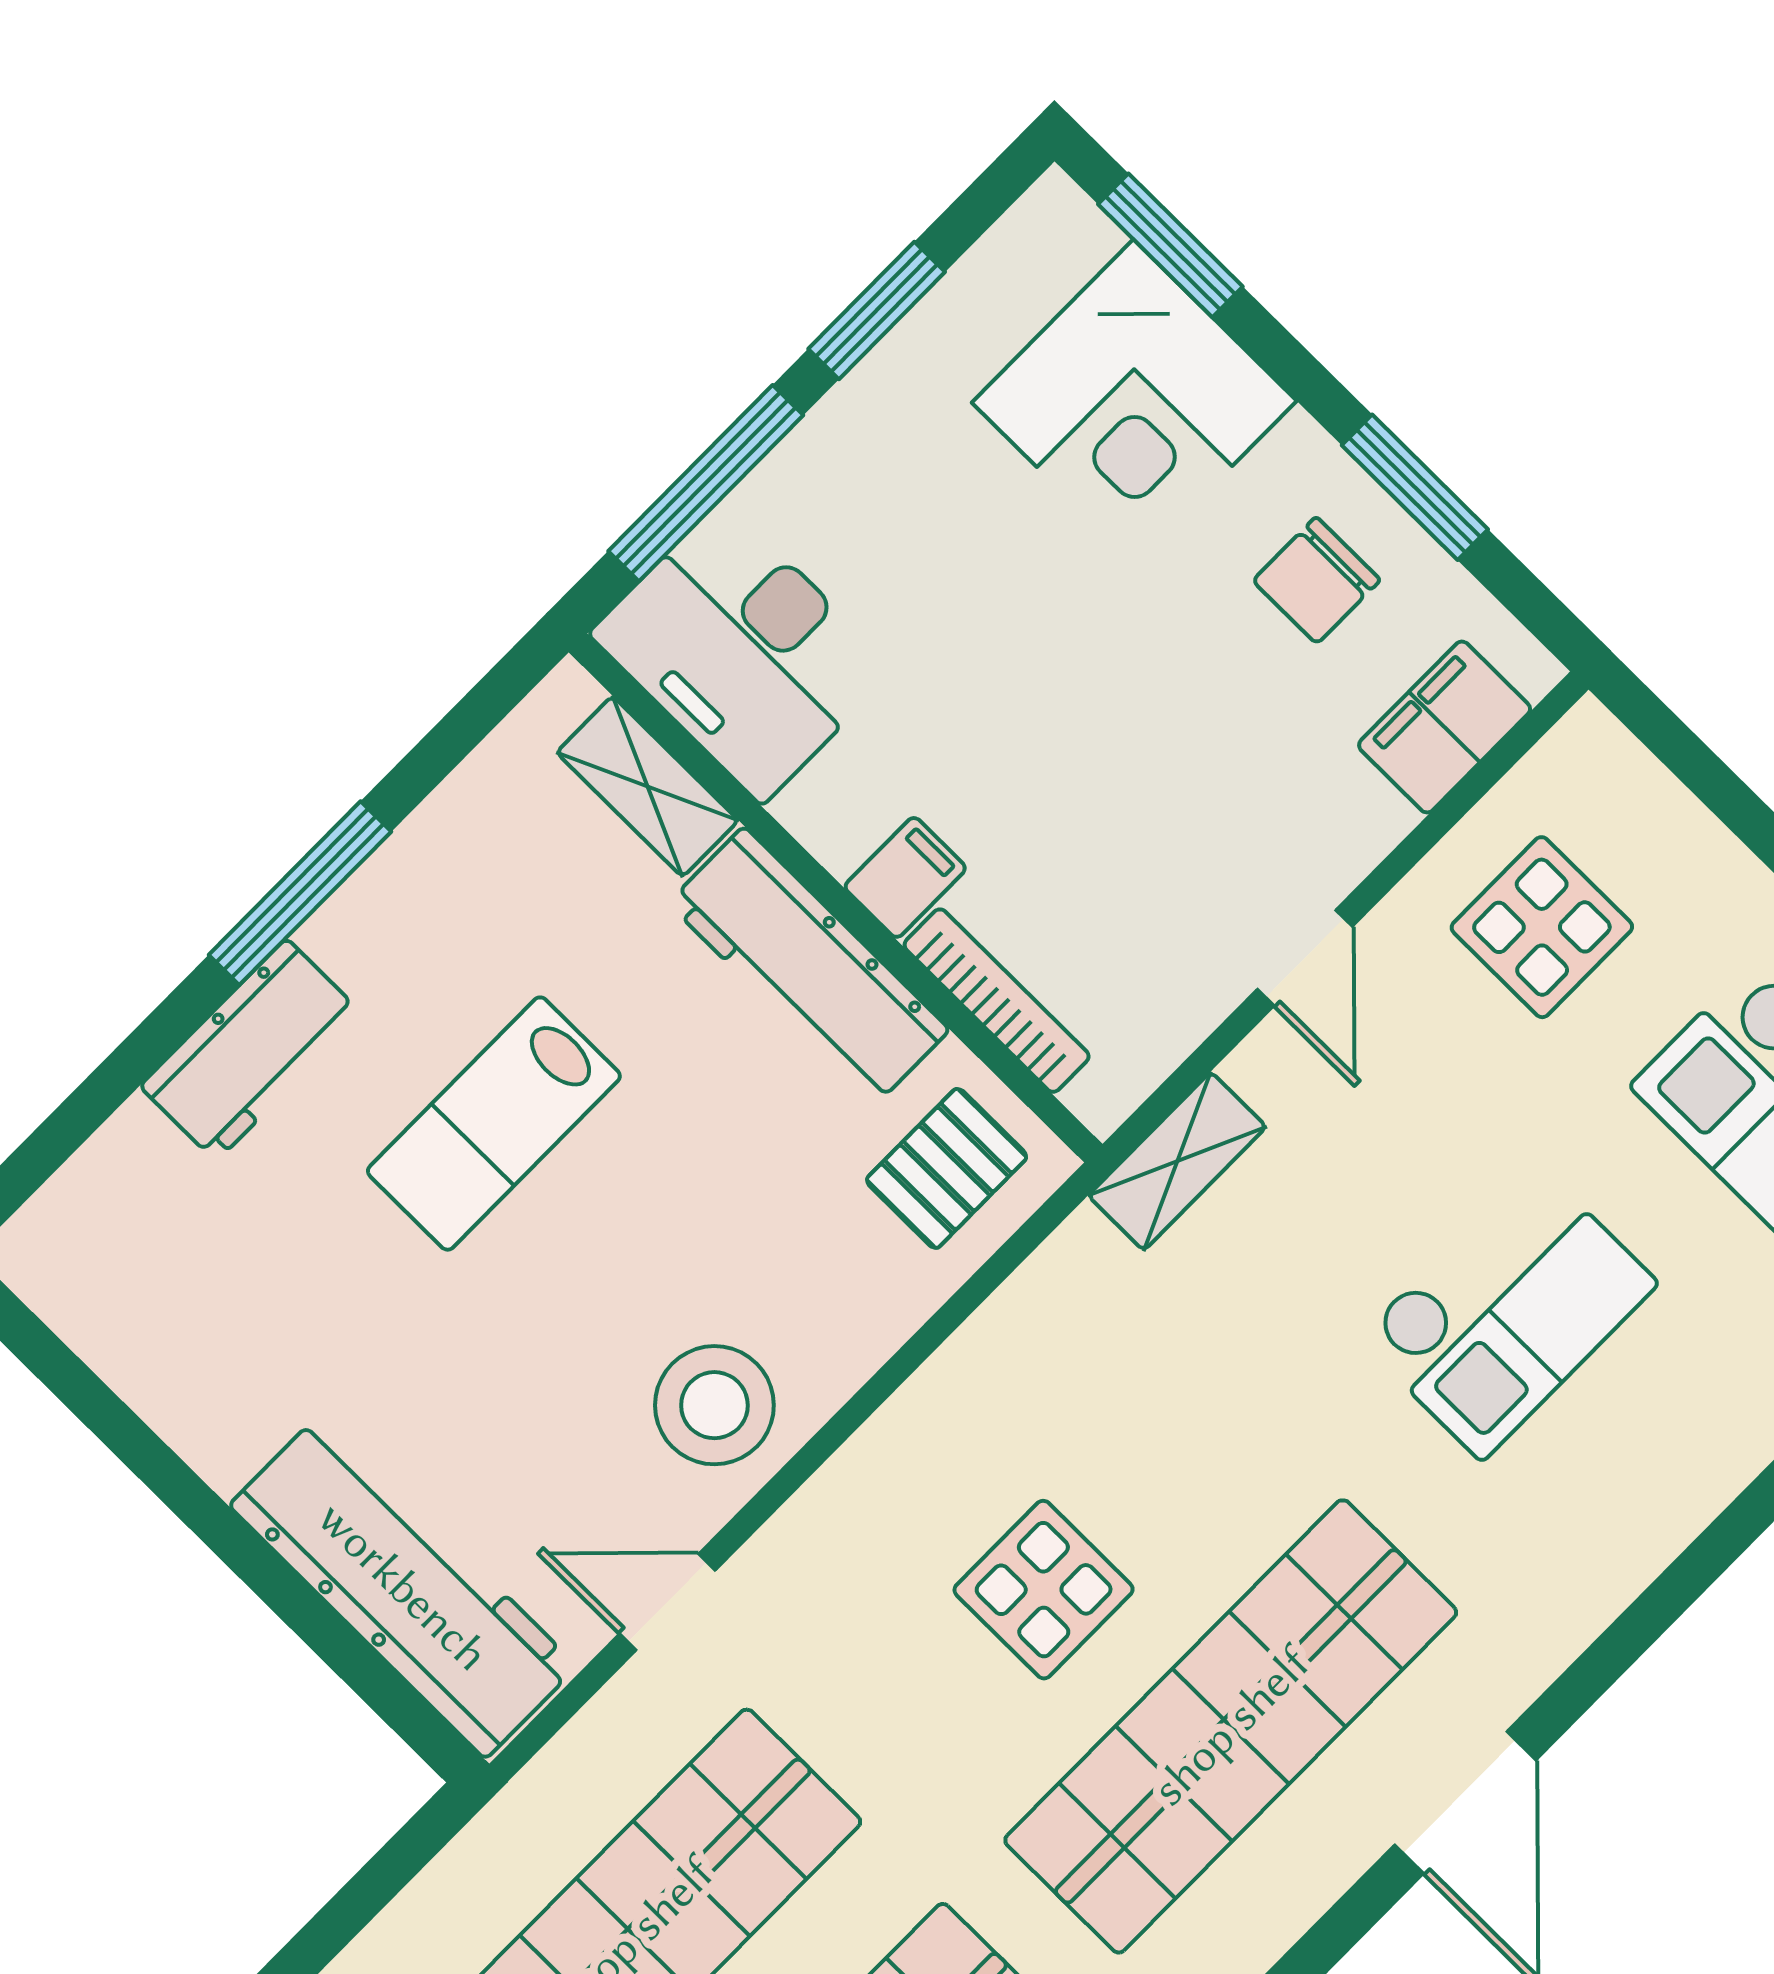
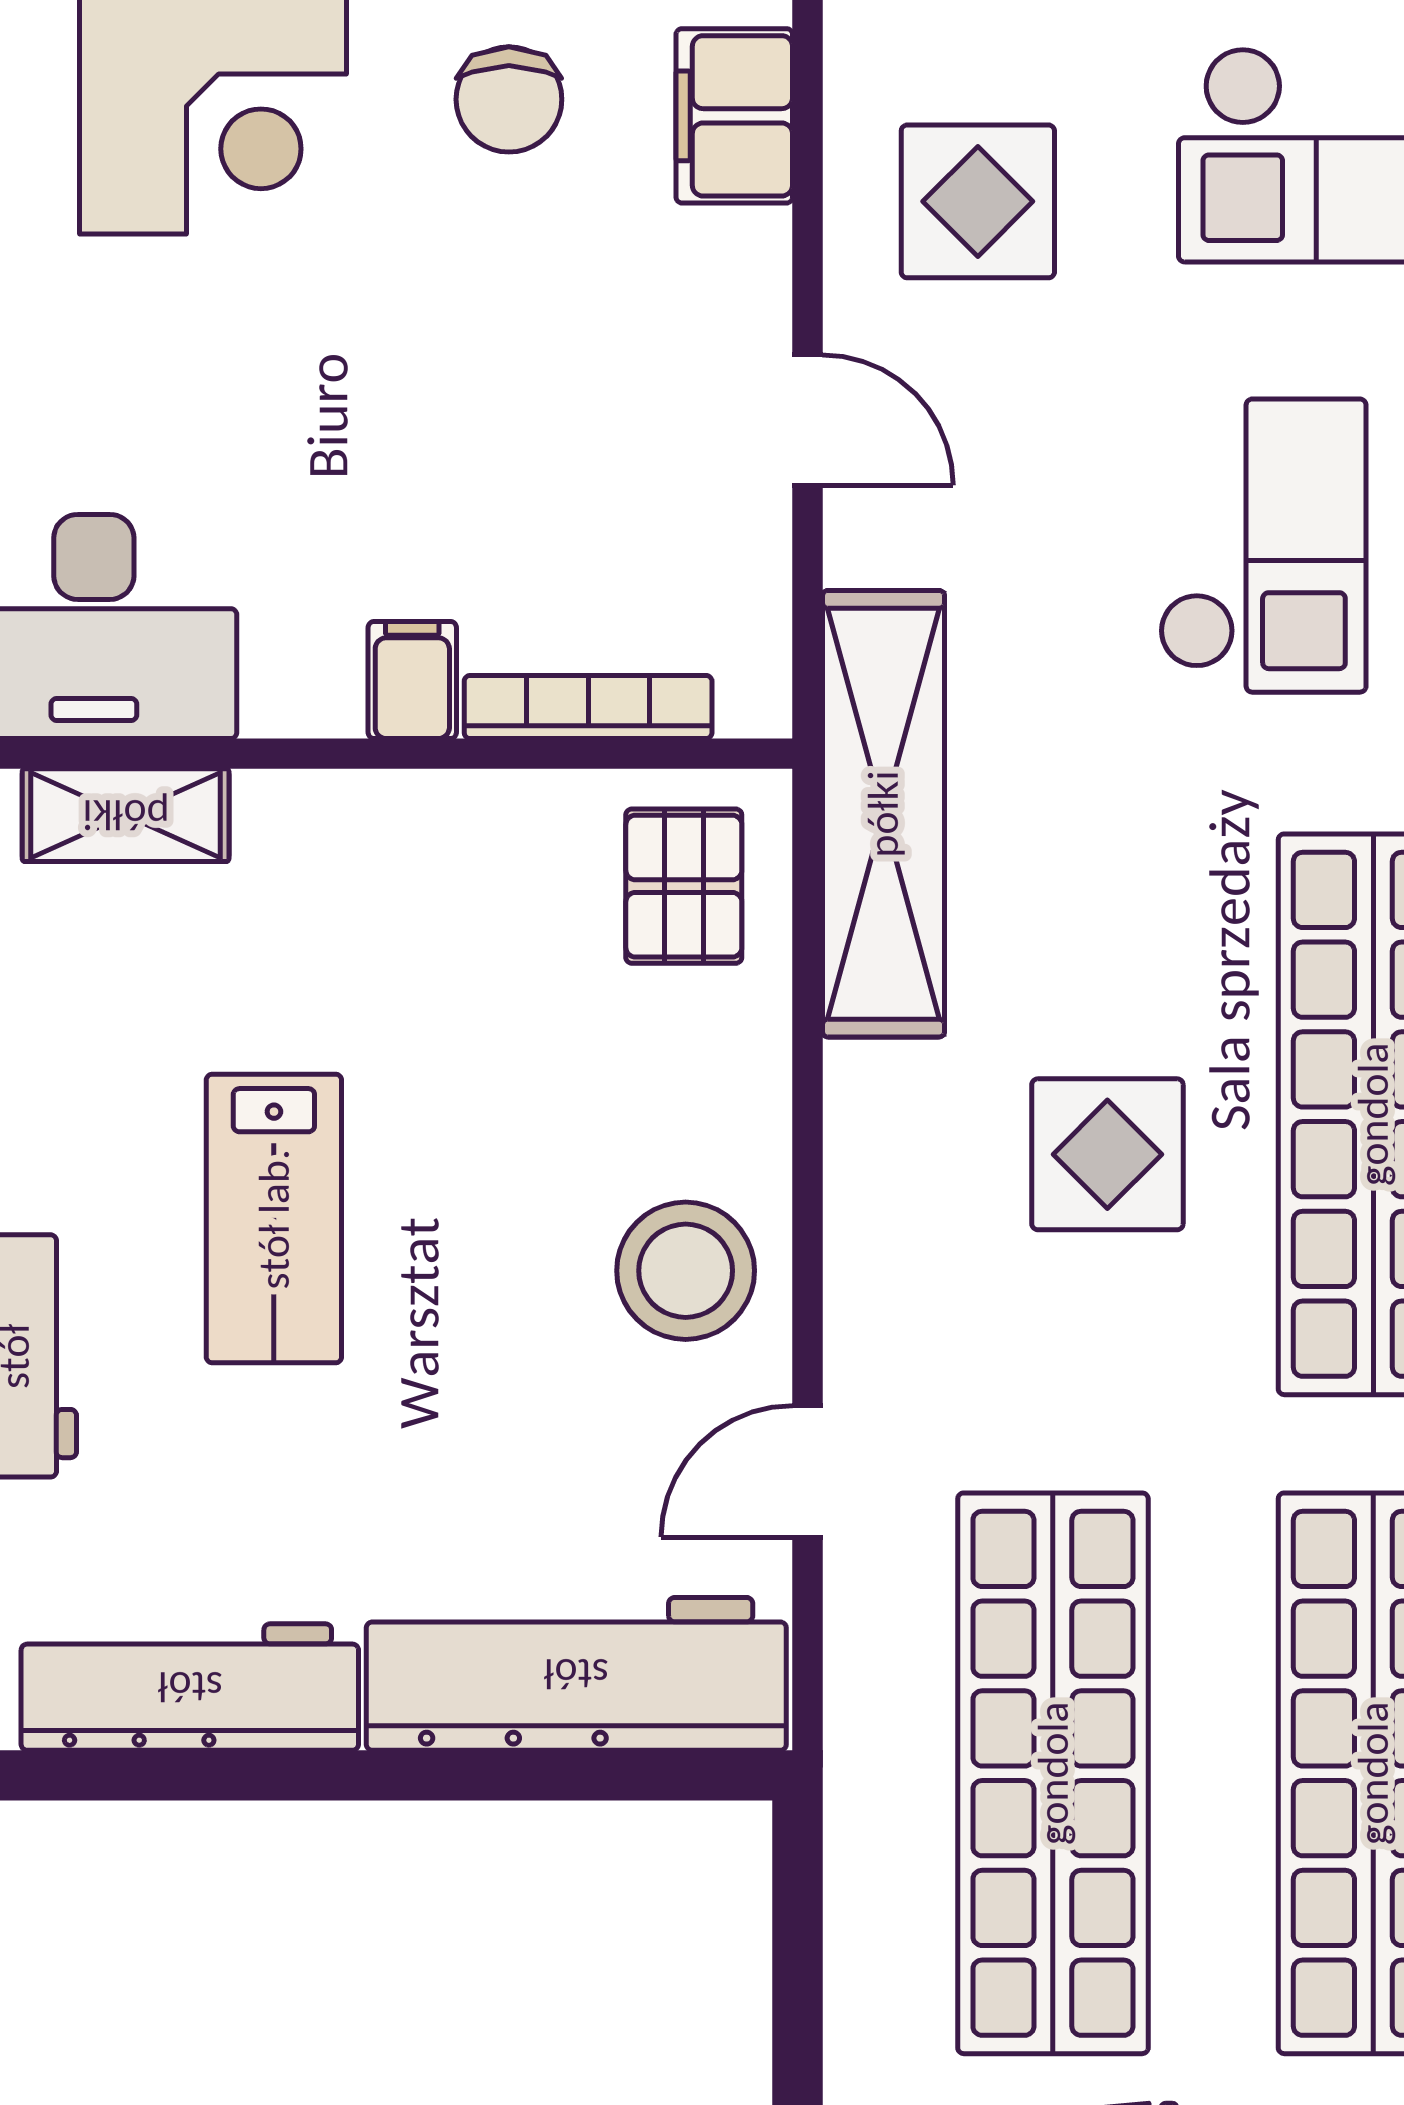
workbench: (809, 966) -> (190, 1687), moved, turned 180
shelving: (1177, 1161) -> (883, 814), width x2.20, depth x1.33

